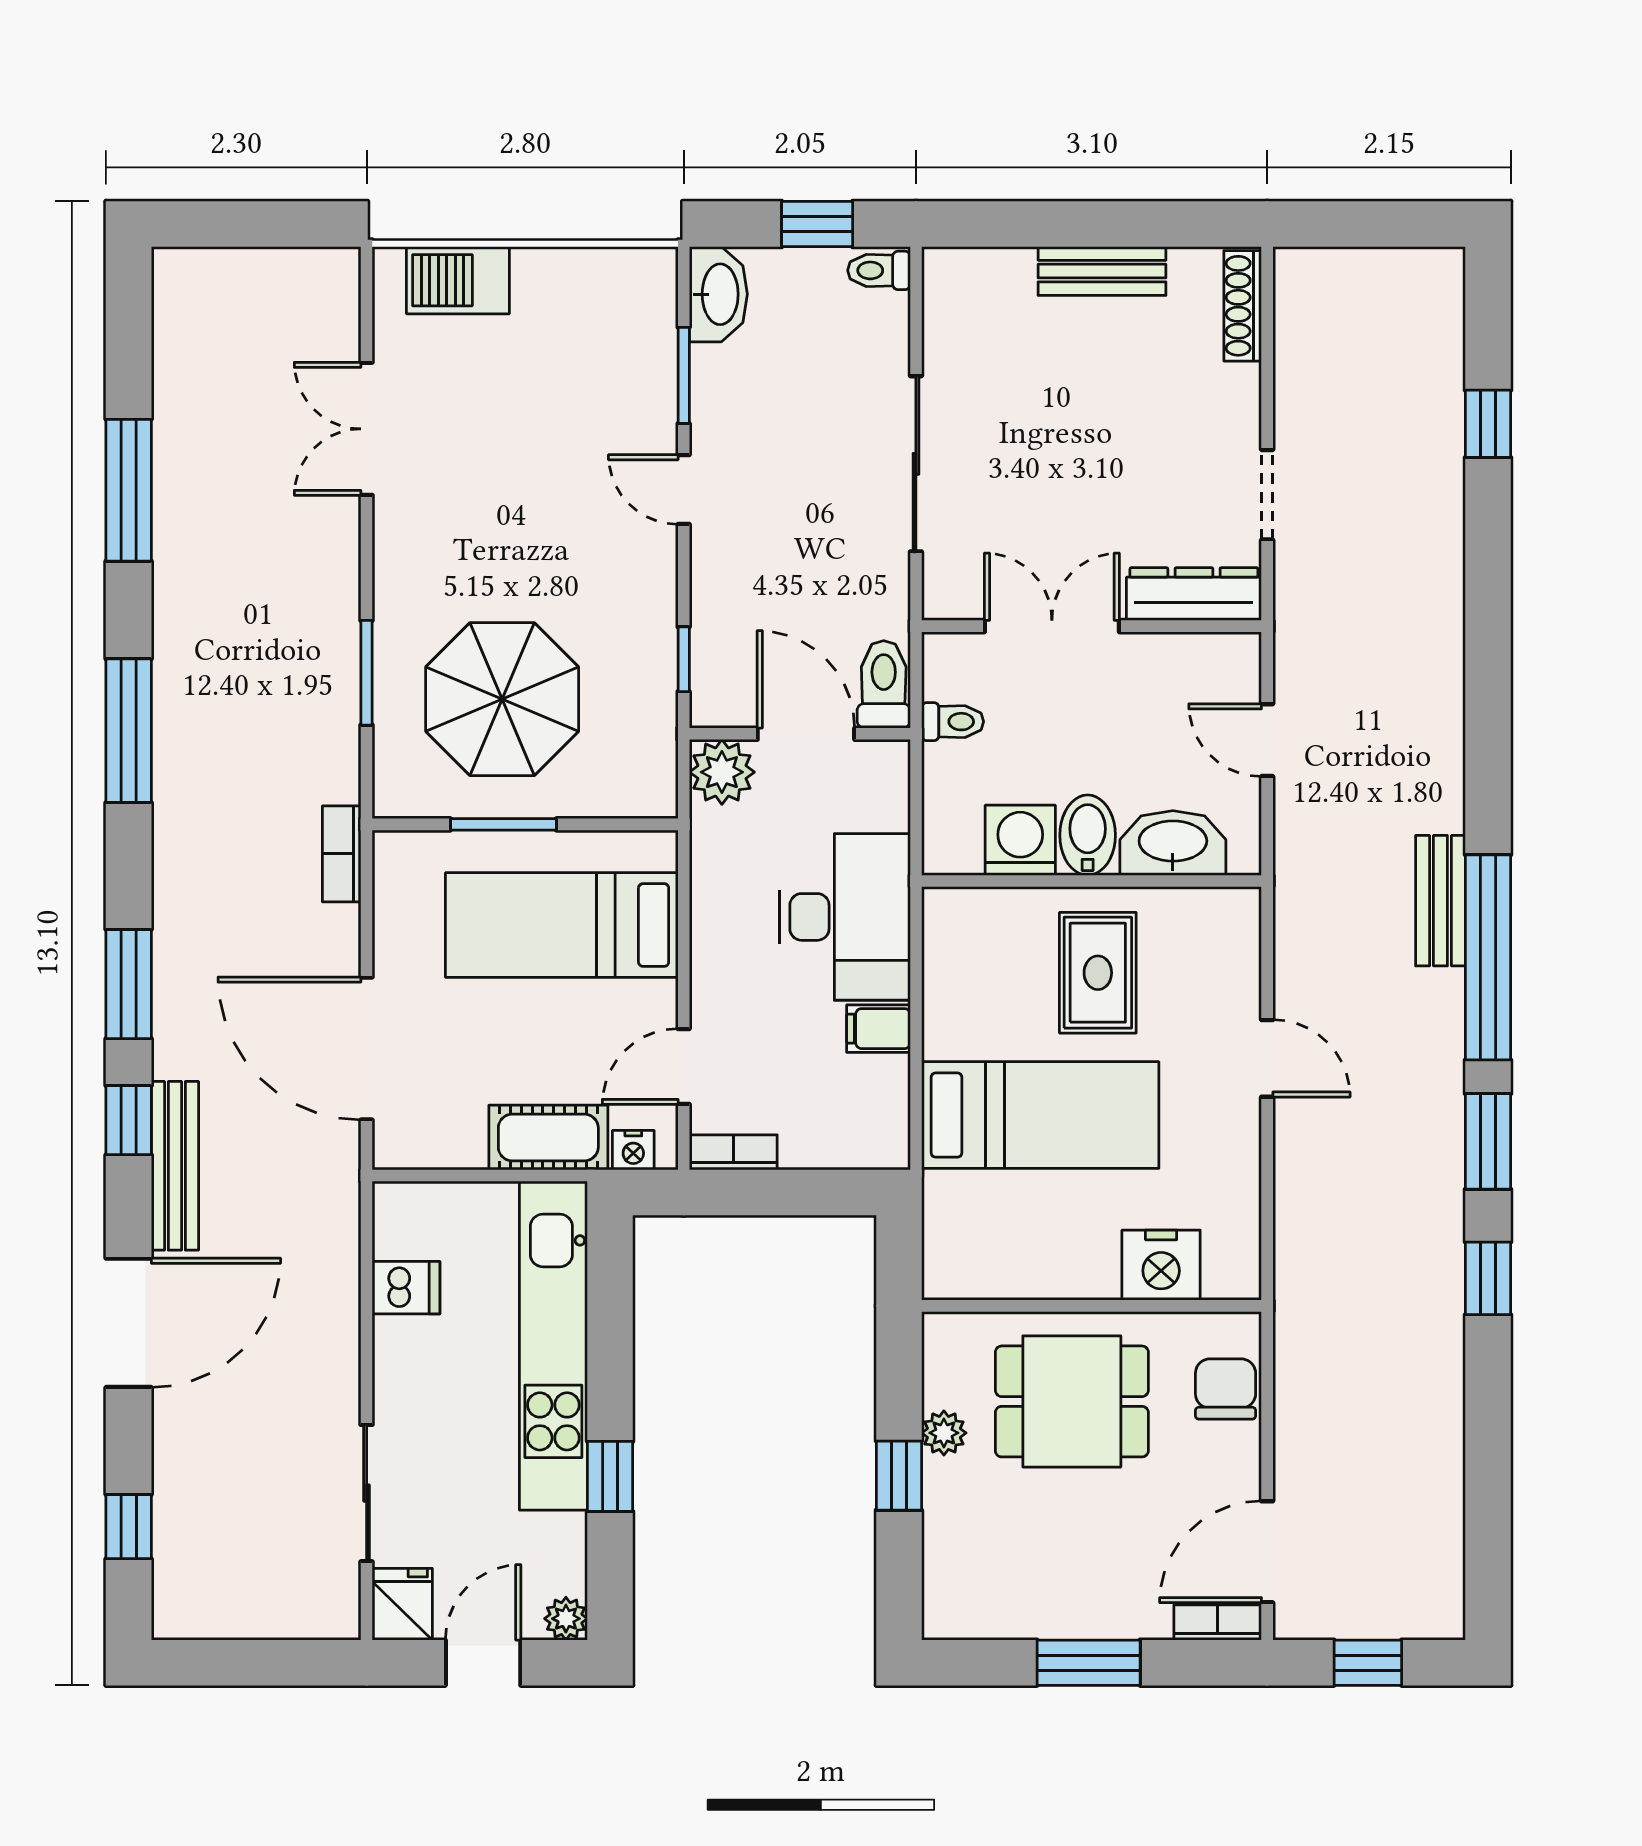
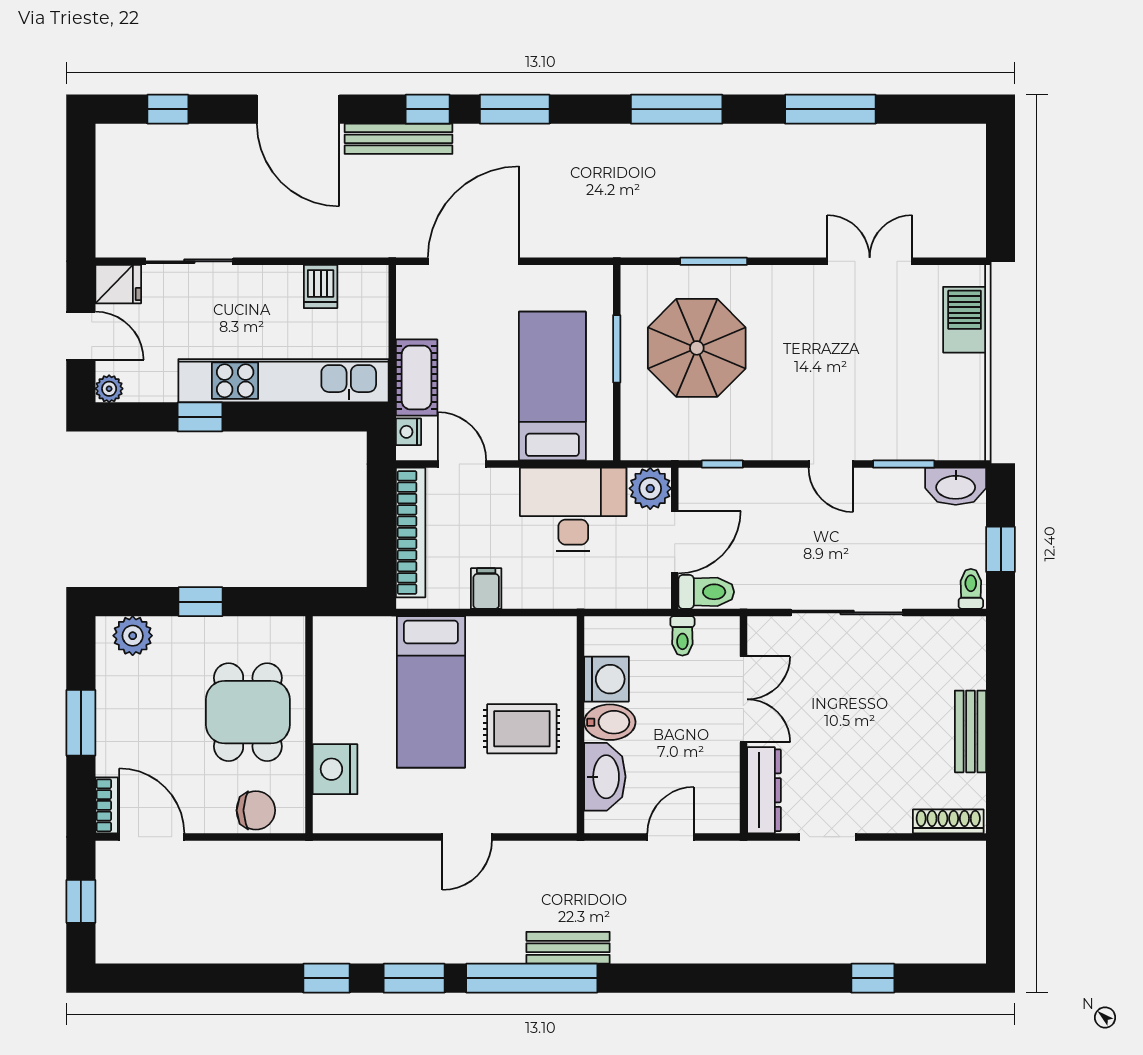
door: (684, 489) -> (831, 464), swing flipped
bookcase: (342, 854) -> (598, 245), removed
desk: (845, 917) -> (573, 509), moved, turned 180
bookcase: (733, 1152) -> (411, 533), width x2.31, depth x1.31
plant: (944, 1433) -> (133, 636), moved, width x1.38, depth x1.38

